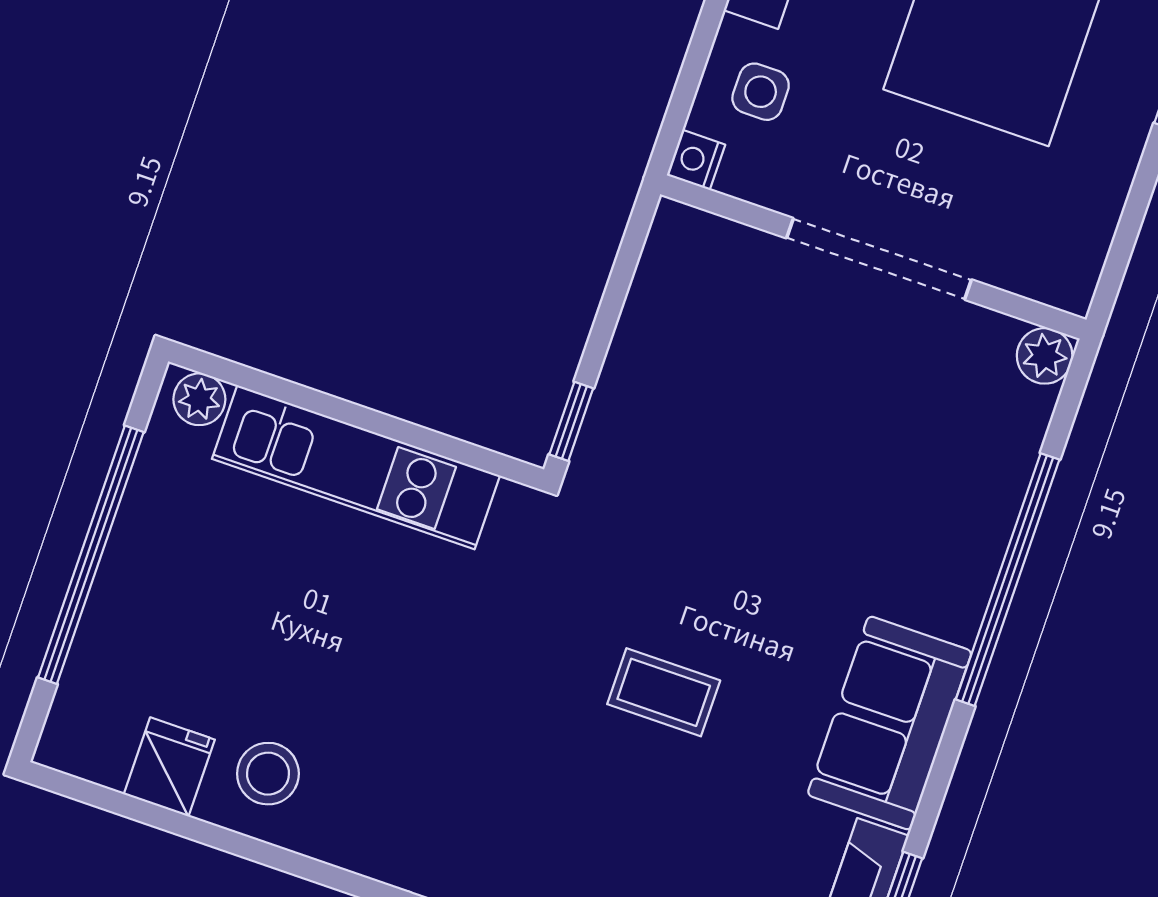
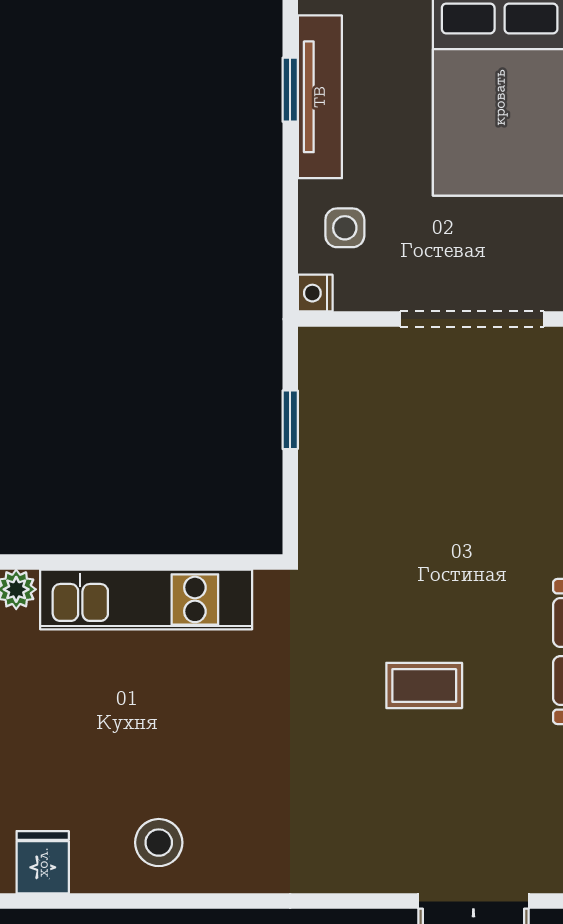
window: (571, 421) -> (290, 420), moved
fridge: (169, 767) -> (43, 862), moved

